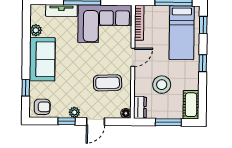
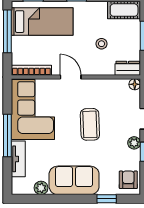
coffee table: (108, 83) -> (90, 124), moved
stool: (162, 85) -> (102, 44), width x0.53, depth x0.53

